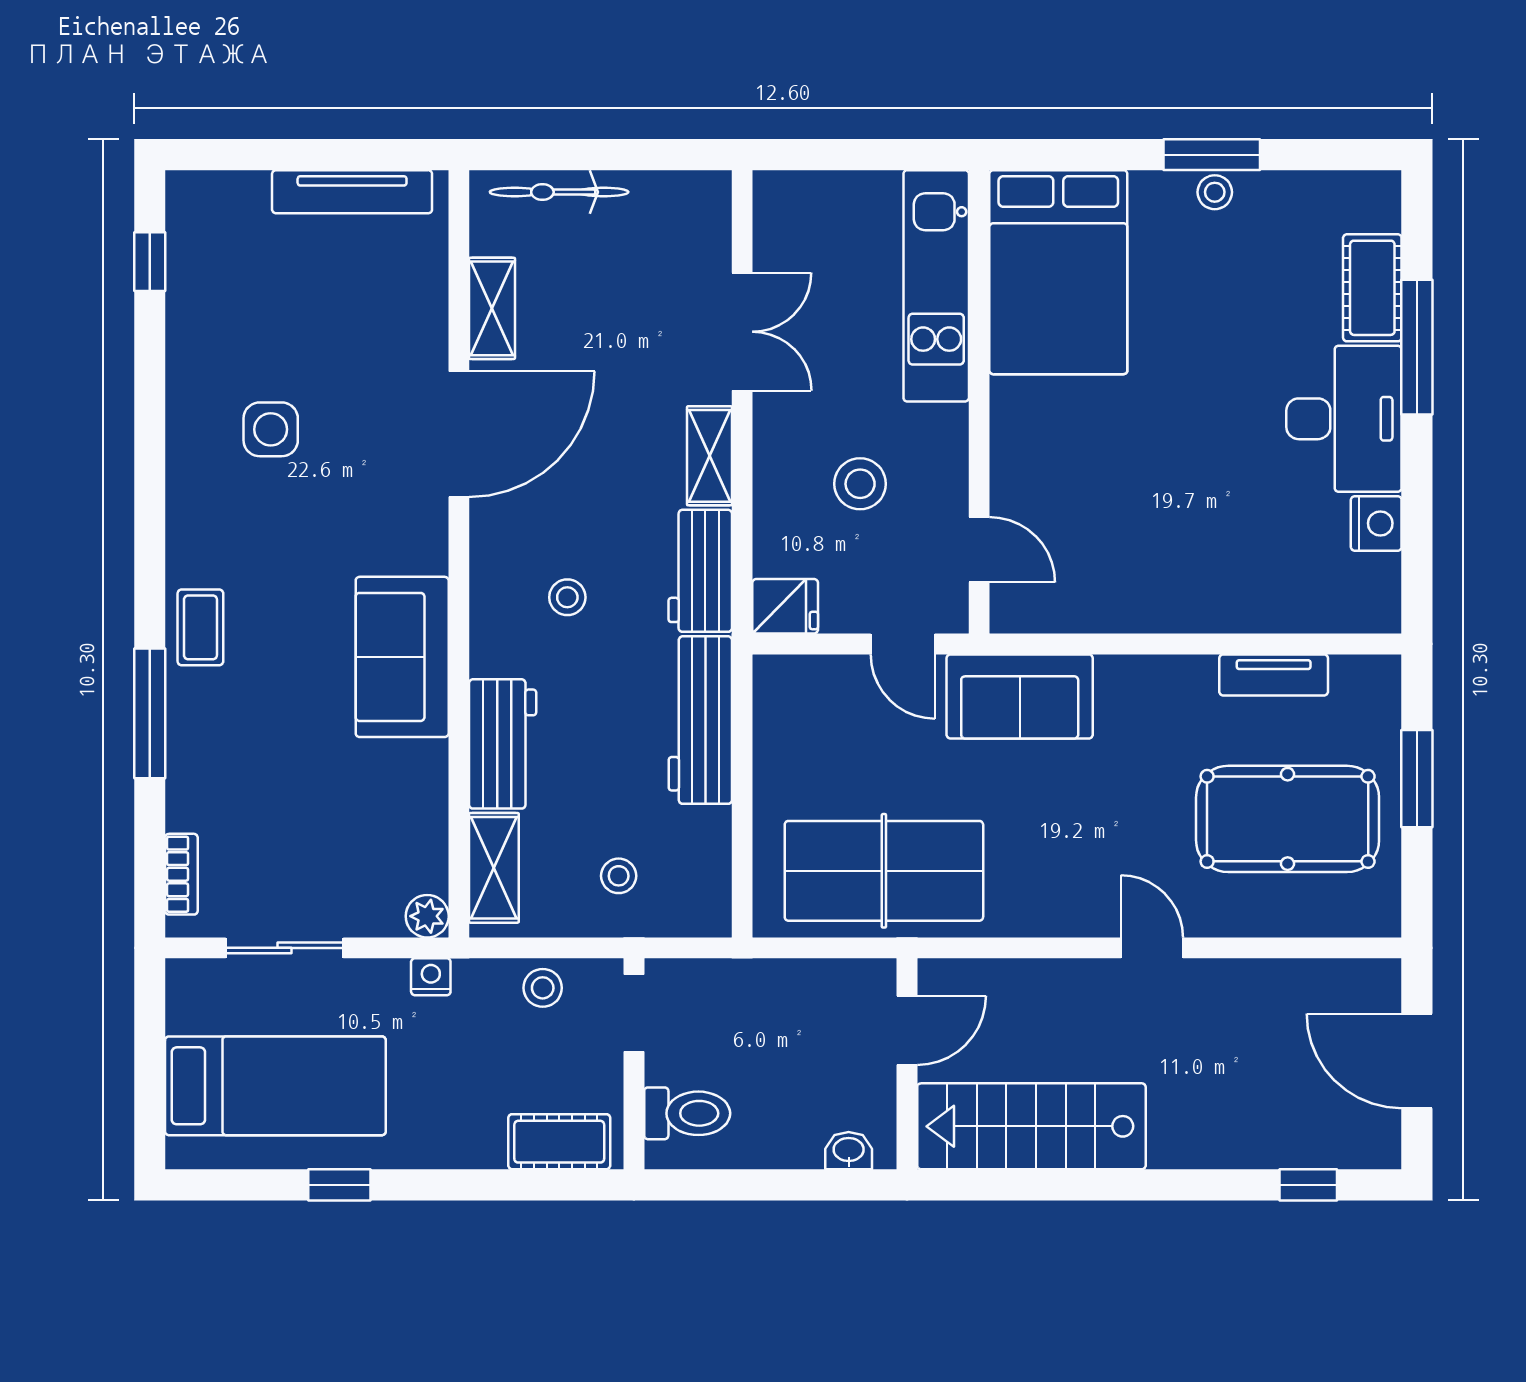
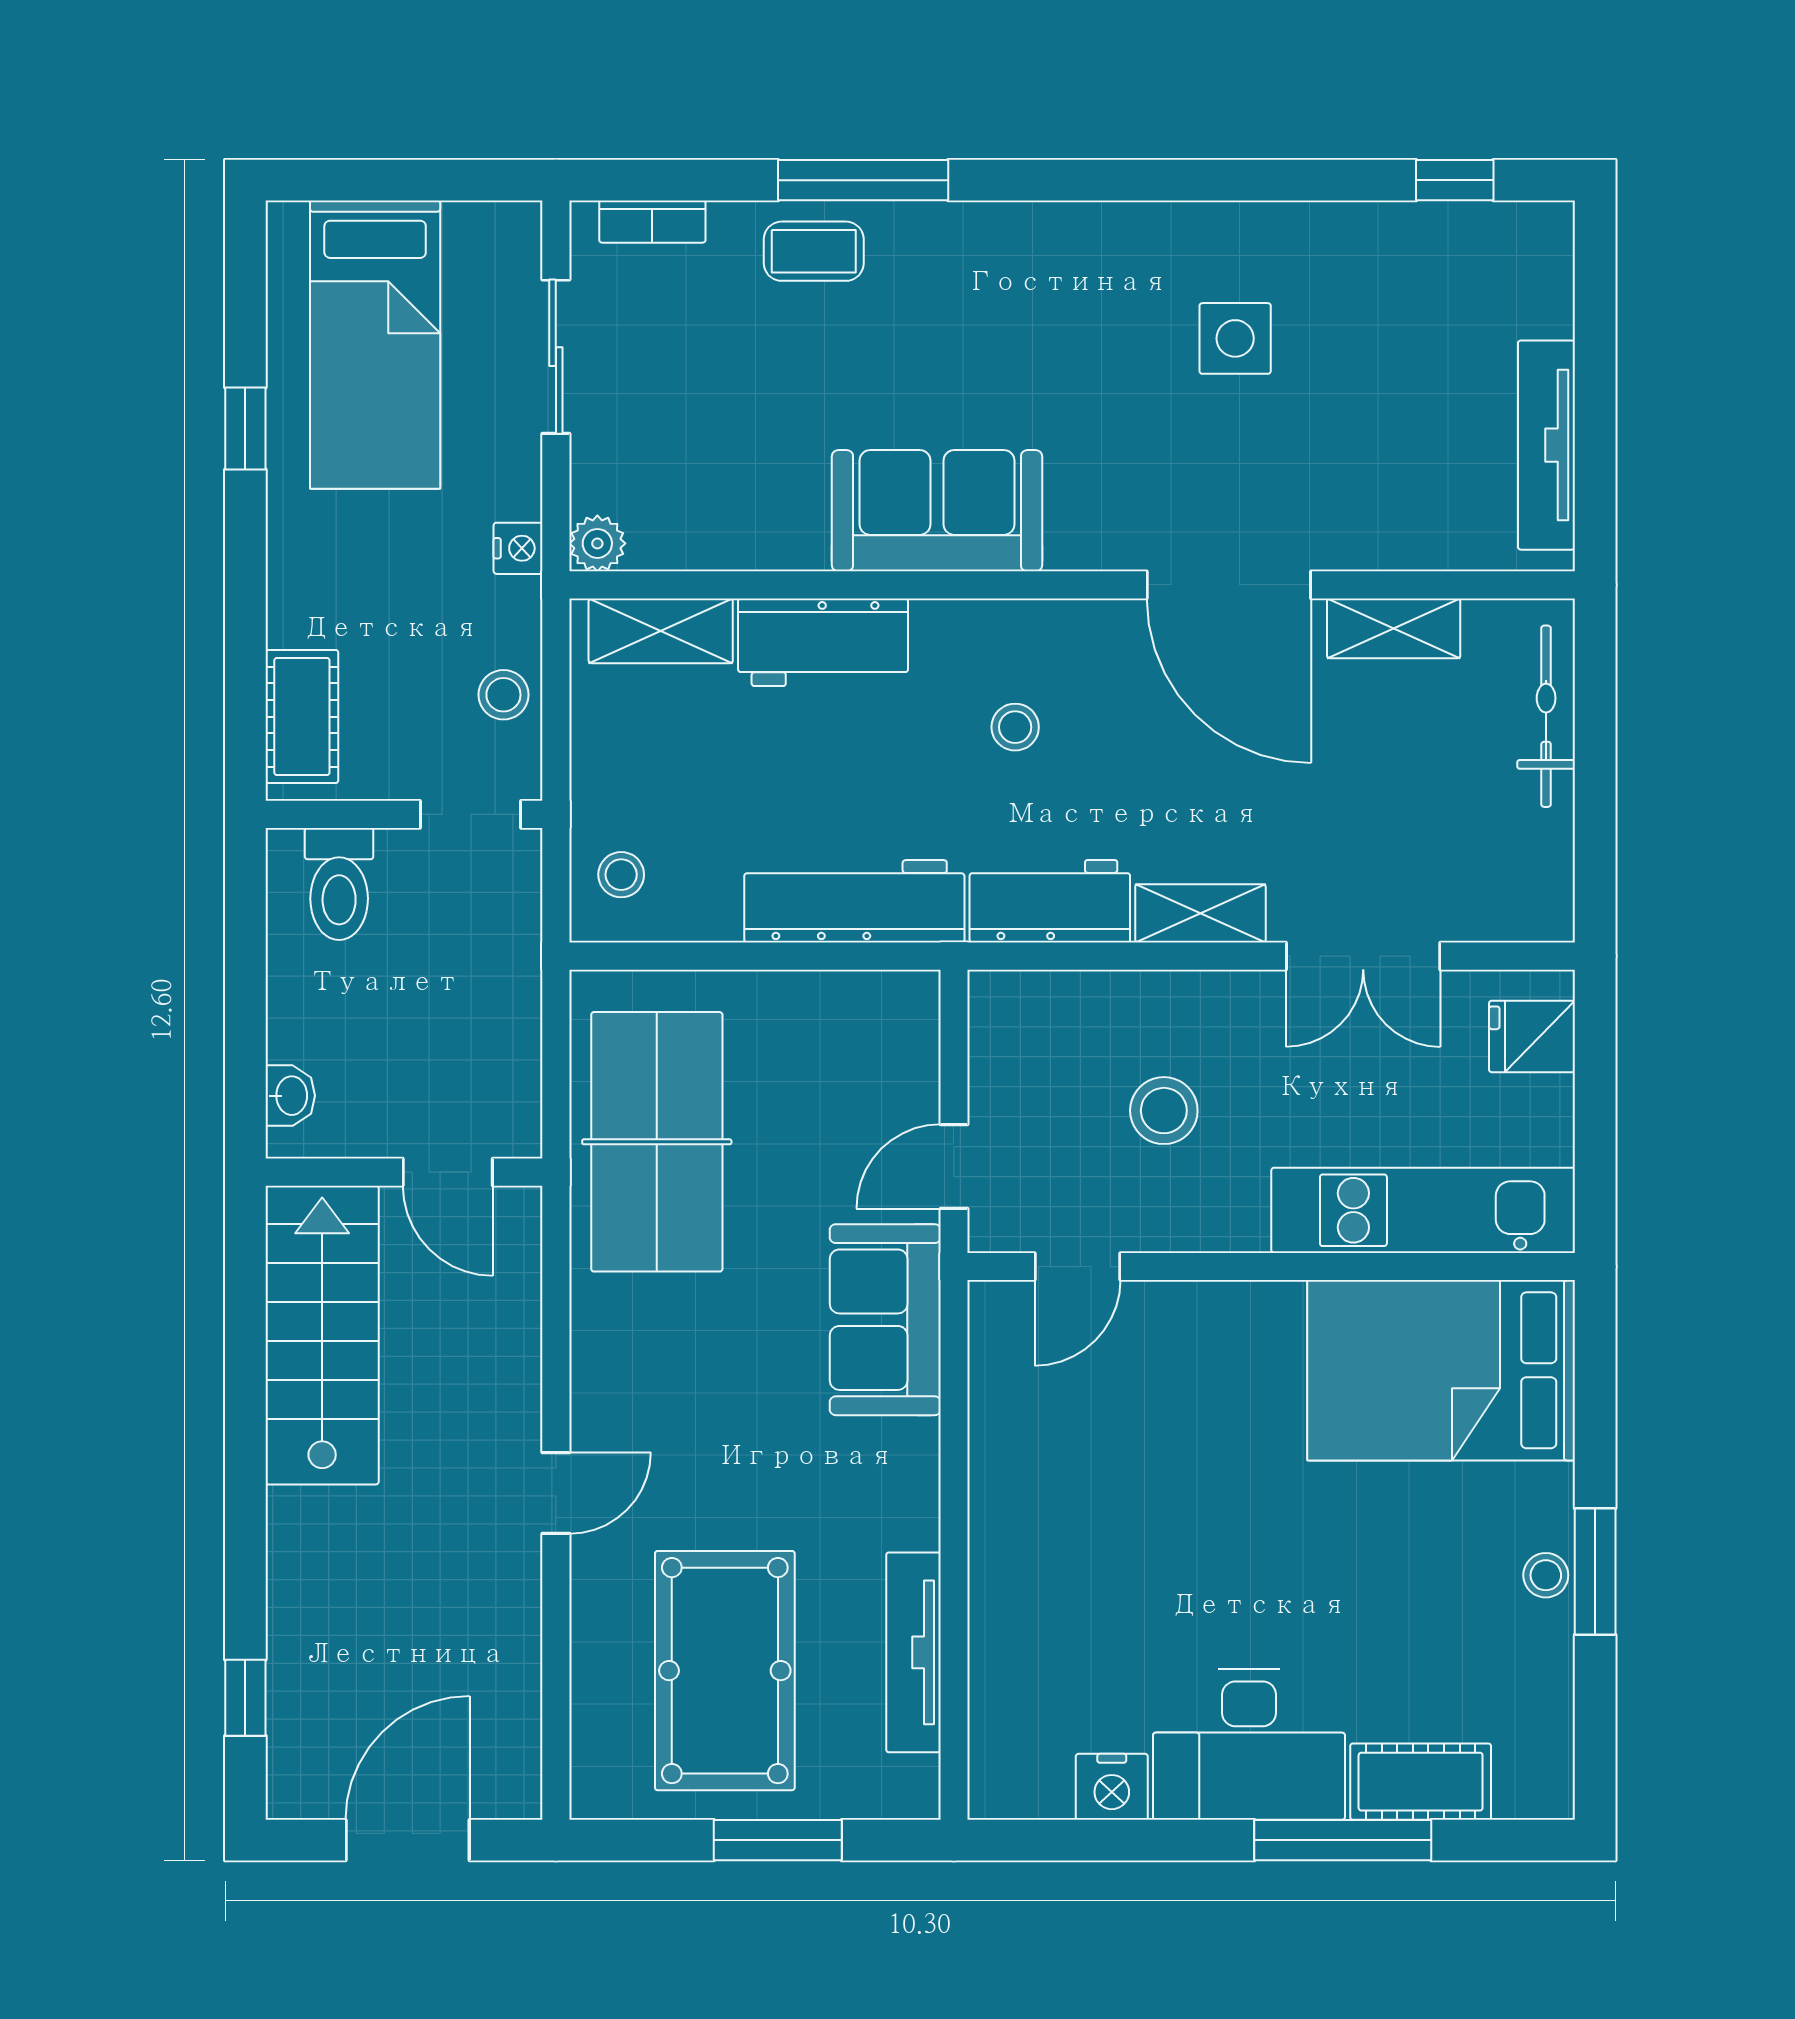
fridge: (785, 606) -> (1532, 1036), moved, turned 90
coffee table: (200, 627) -> (814, 251), moved
tv unit: (1274, 675) -> (913, 1652), width x1.41
stool: (619, 876) -> (621, 875), moved

